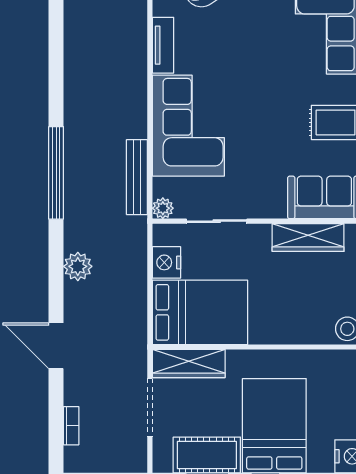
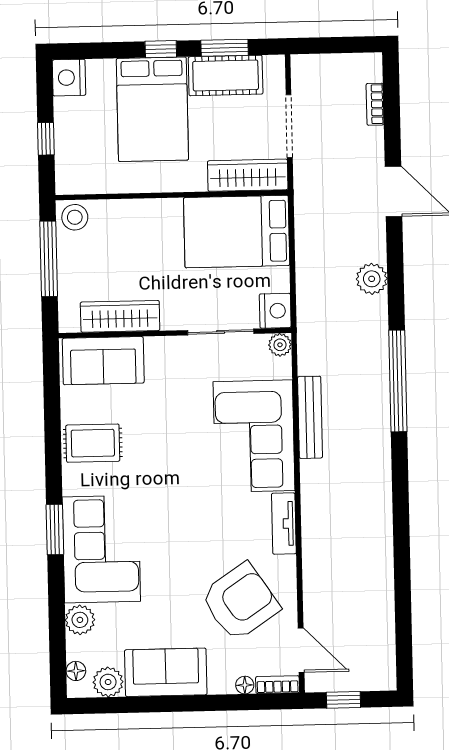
bench: (137, 177) -> (310, 417), moved
nightstand: (166, 262) -> (275, 311), moved

